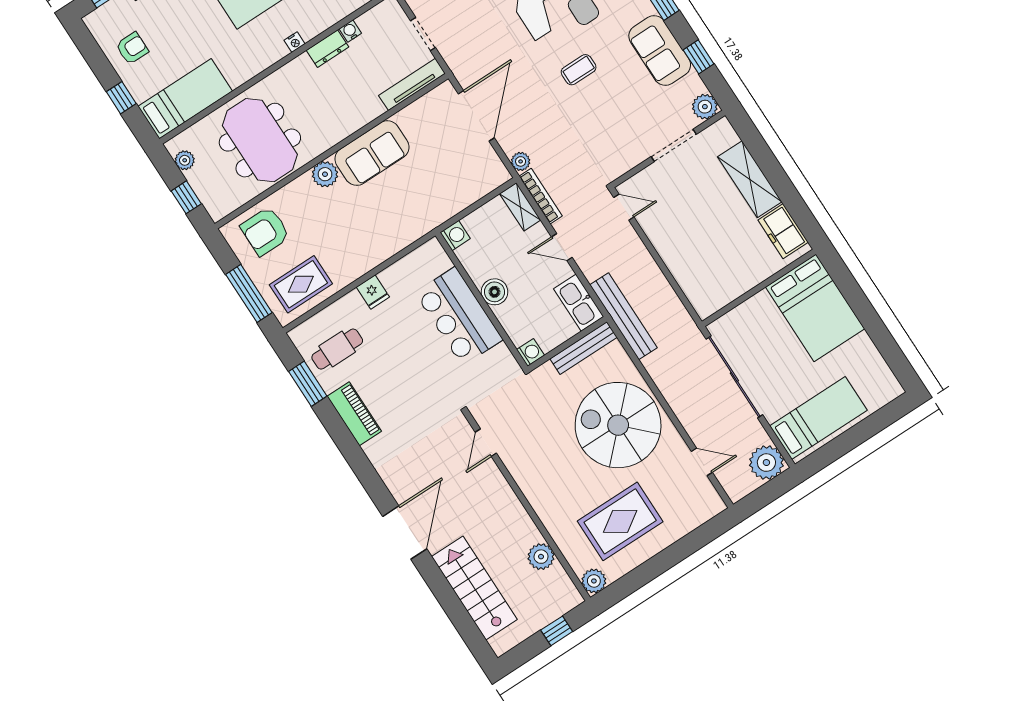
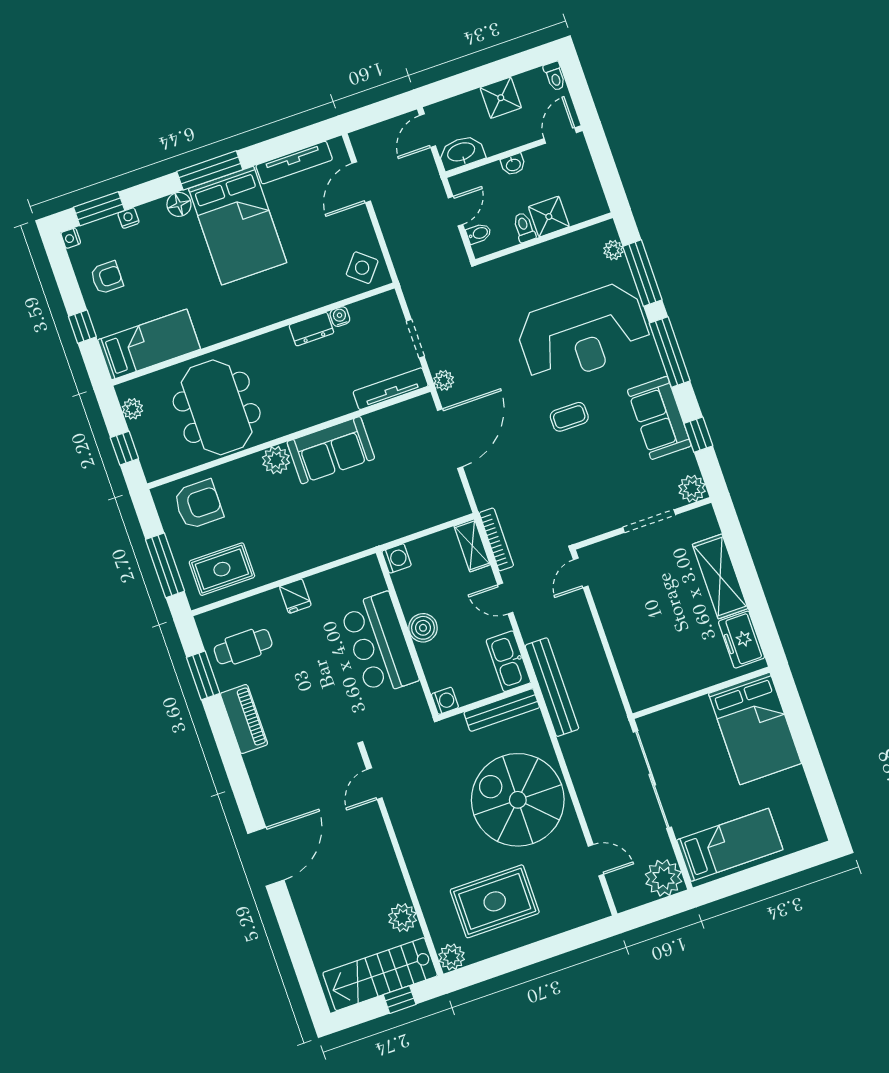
nightstand: (295, 42) -> (71, 238), moved, turned 90
plant: (521, 161) -> (444, 380), moved
door: (624, 207) -> (581, 573), swing flipped
armchair: (265, 231) -> (198, 504), turned 180
stairs: (474, 588) -> (380, 974), moved, turned -90

